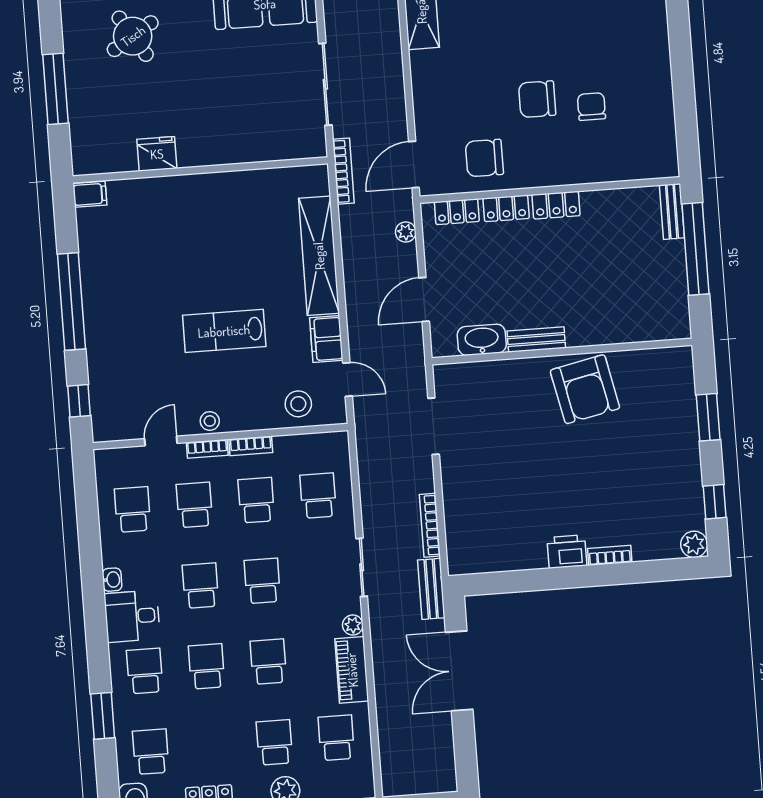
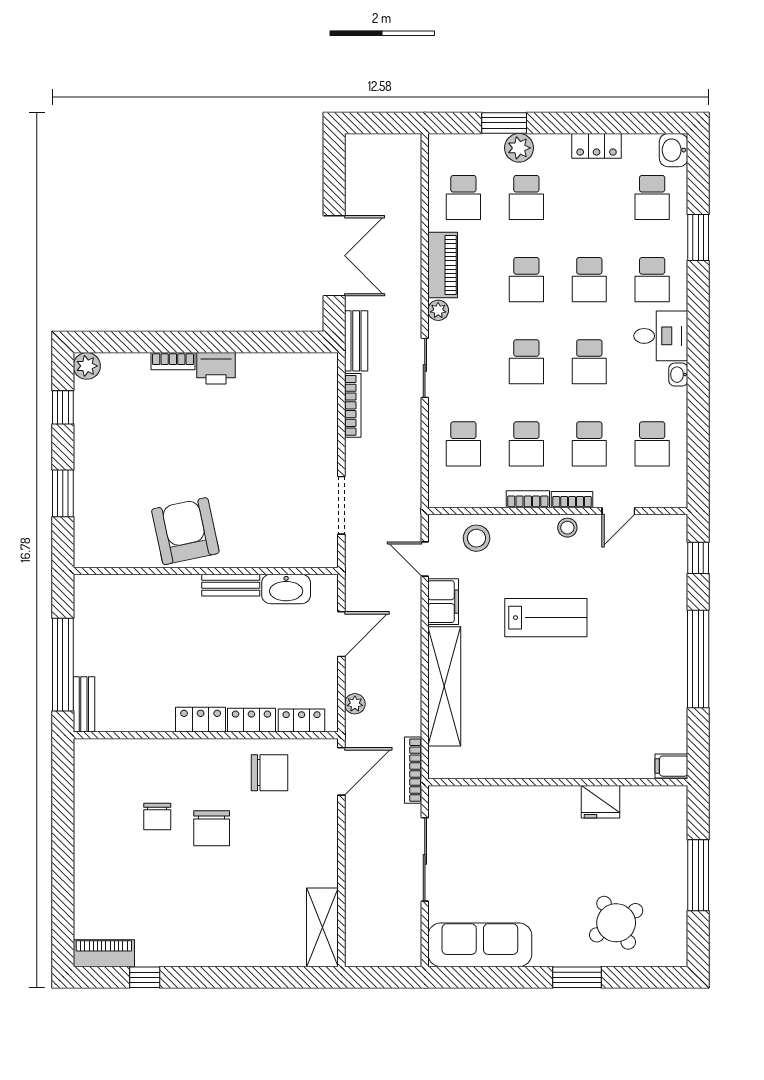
chair: (537, 99) -> (212, 828), turned 90

